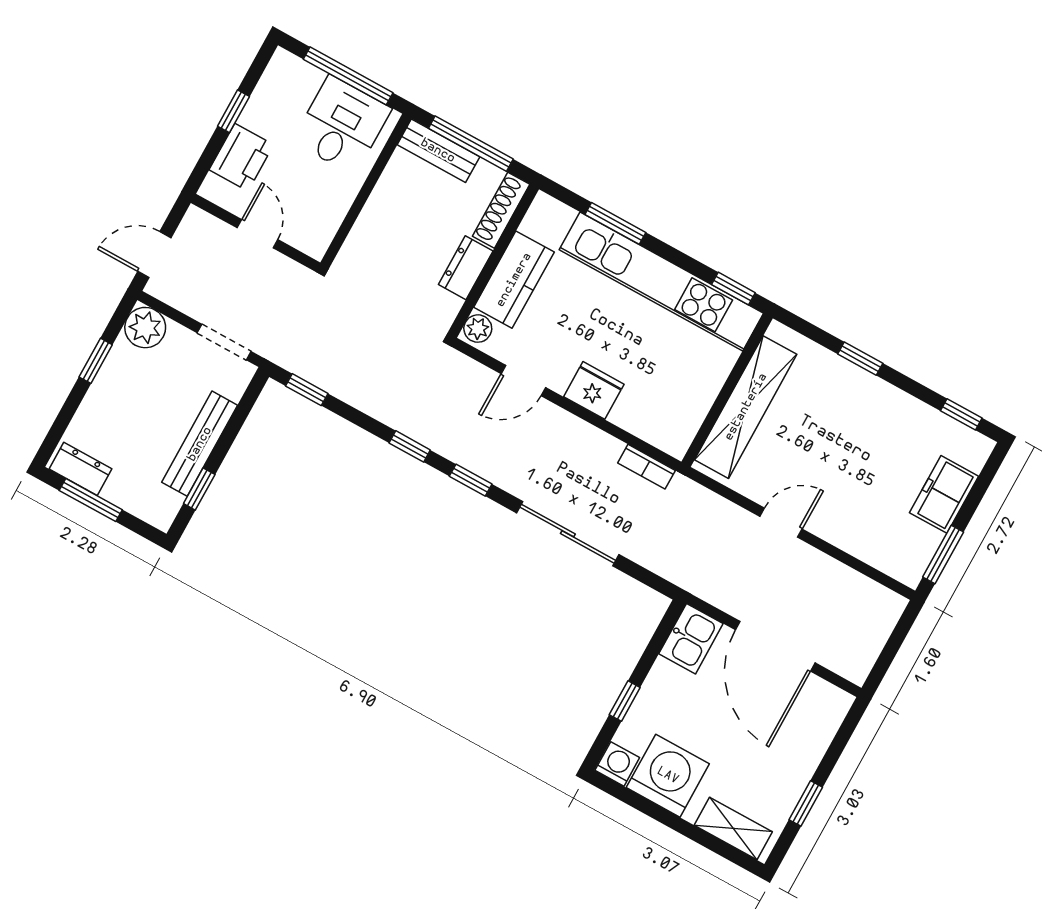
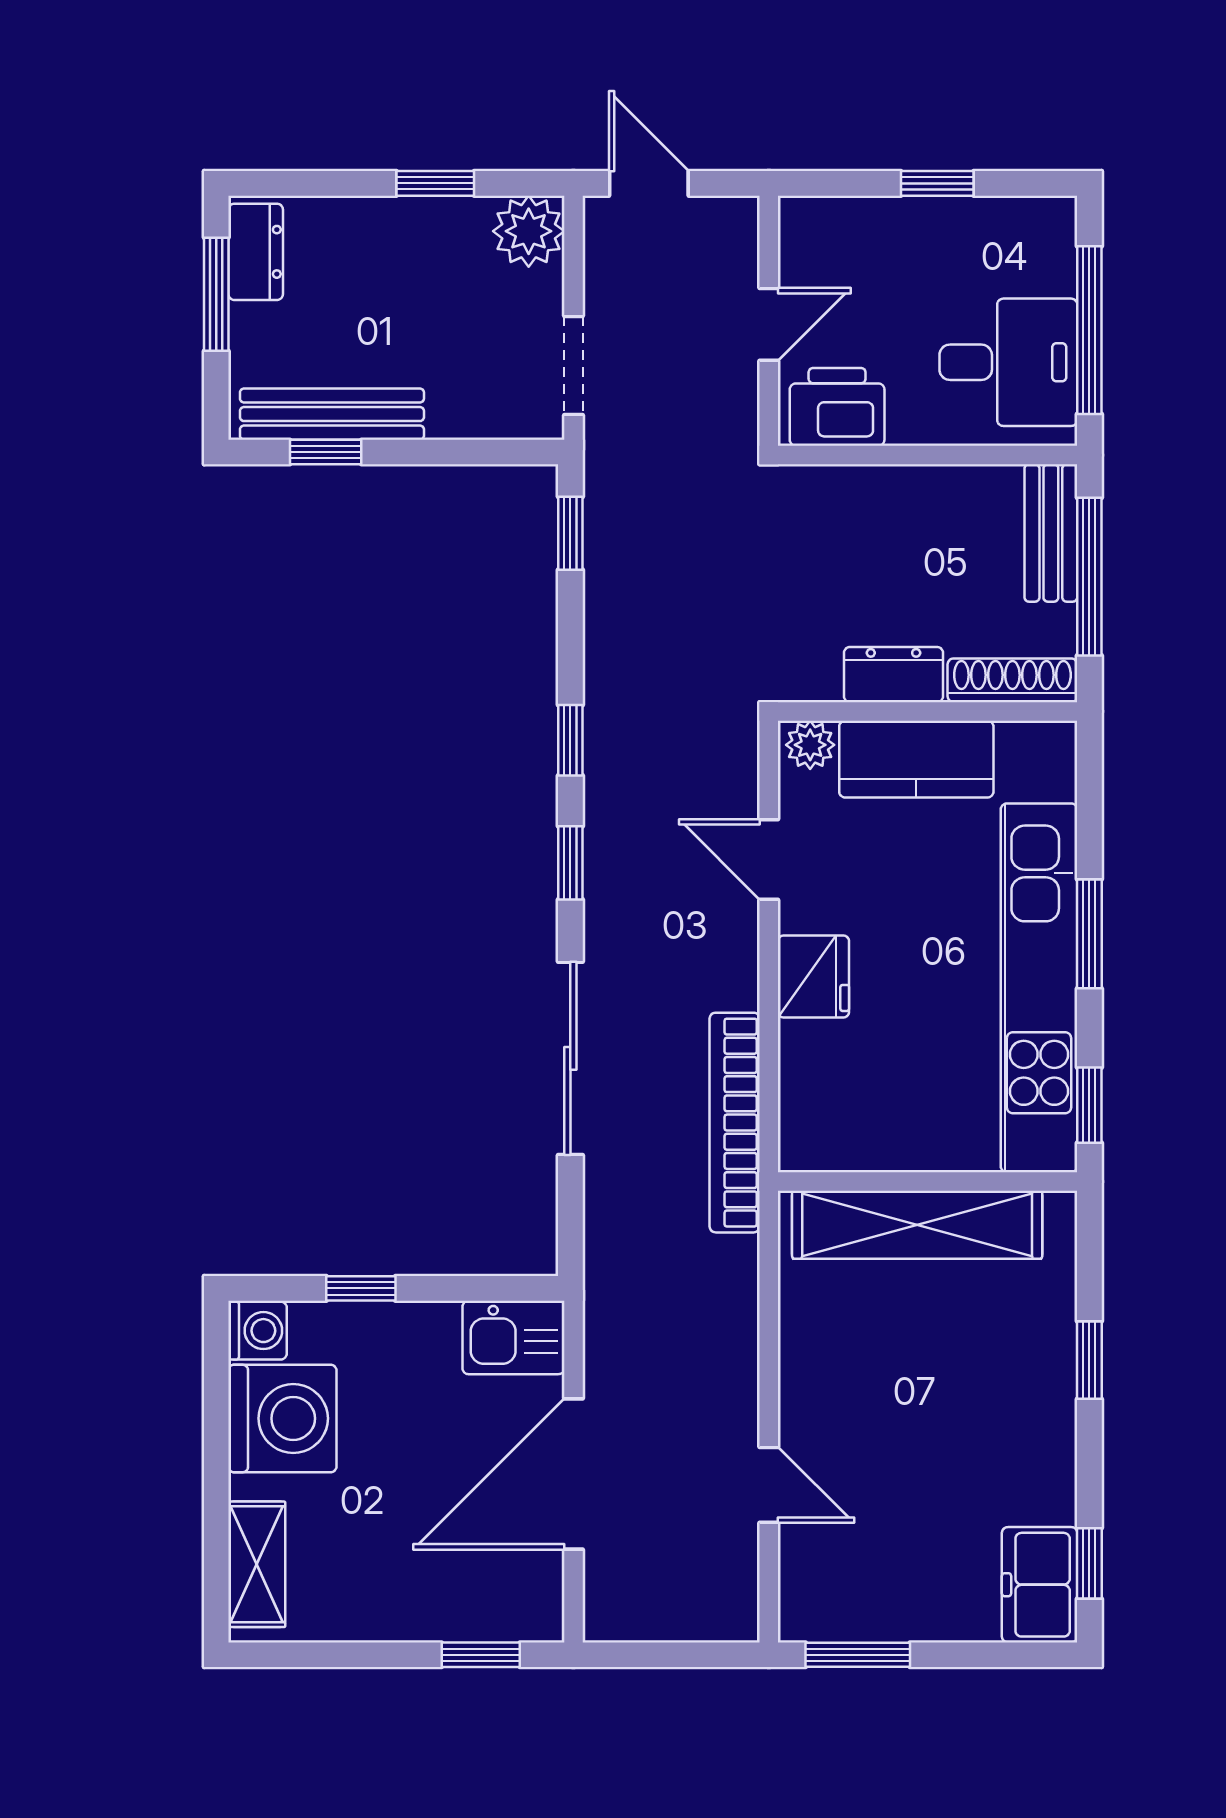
printer: (241, 157) -> (837, 407), moved, turned 180
window: (615, 223) -> (1089, 934), moved
bench: (200, 444) -> (332, 414), moved
bookcase: (646, 467) -> (735, 1123), width x2.31, depth x1.31
freezer: (944, 494) -> (1040, 1585), moved, turned -90
door: (781, 523) -> (769, 1485), moved
window: (806, 803) -> (481, 1655), moved

